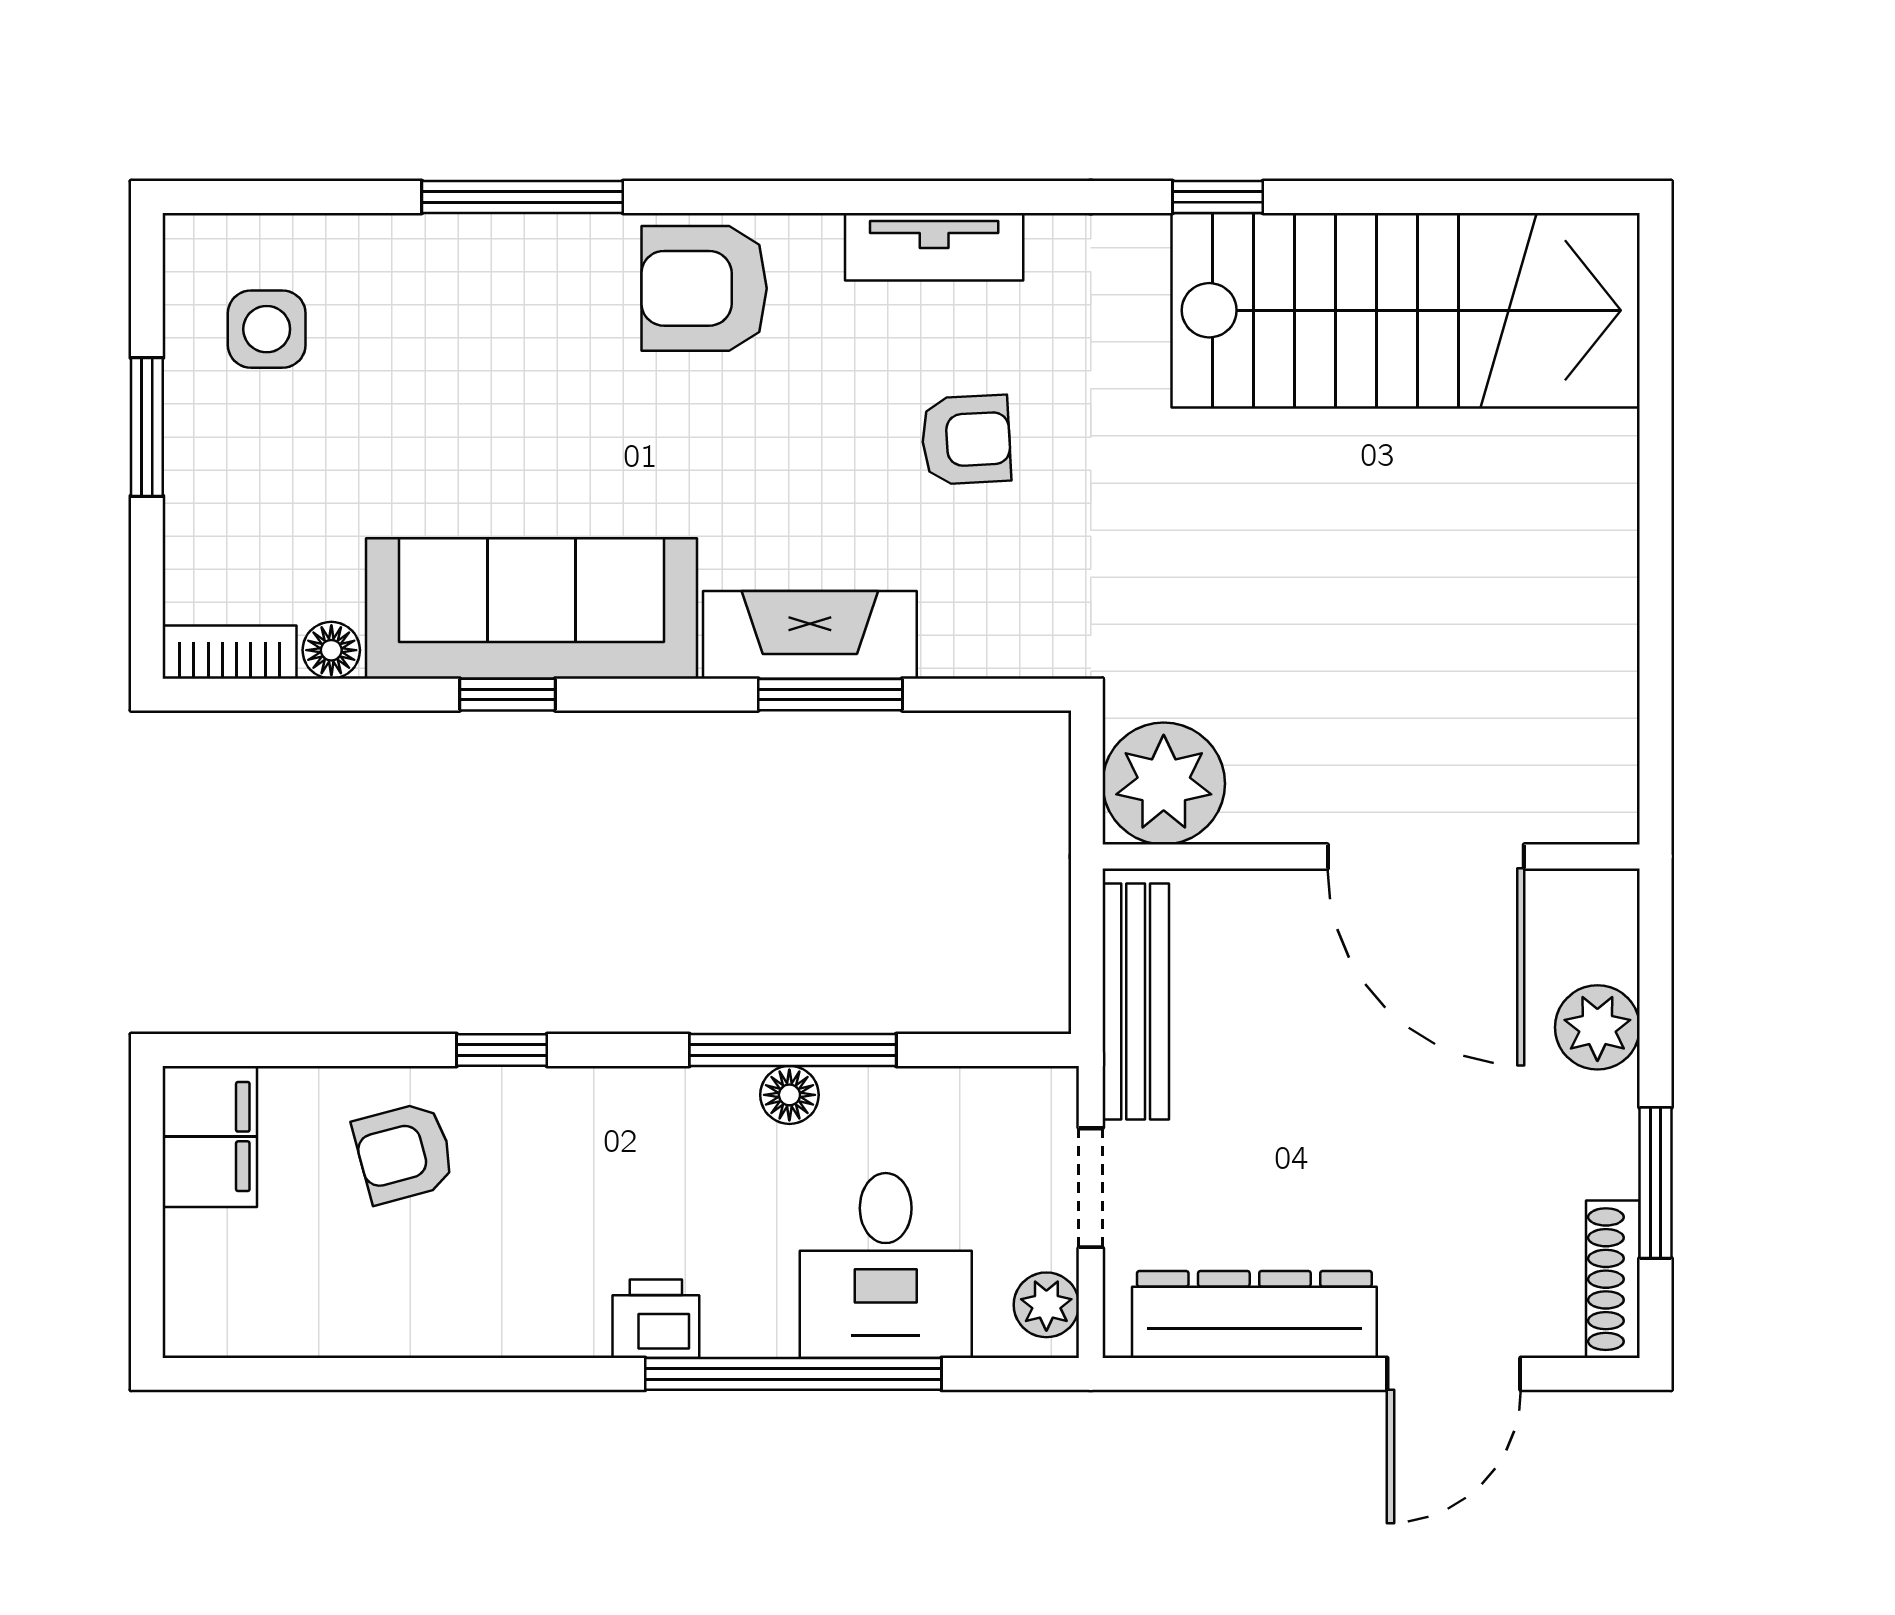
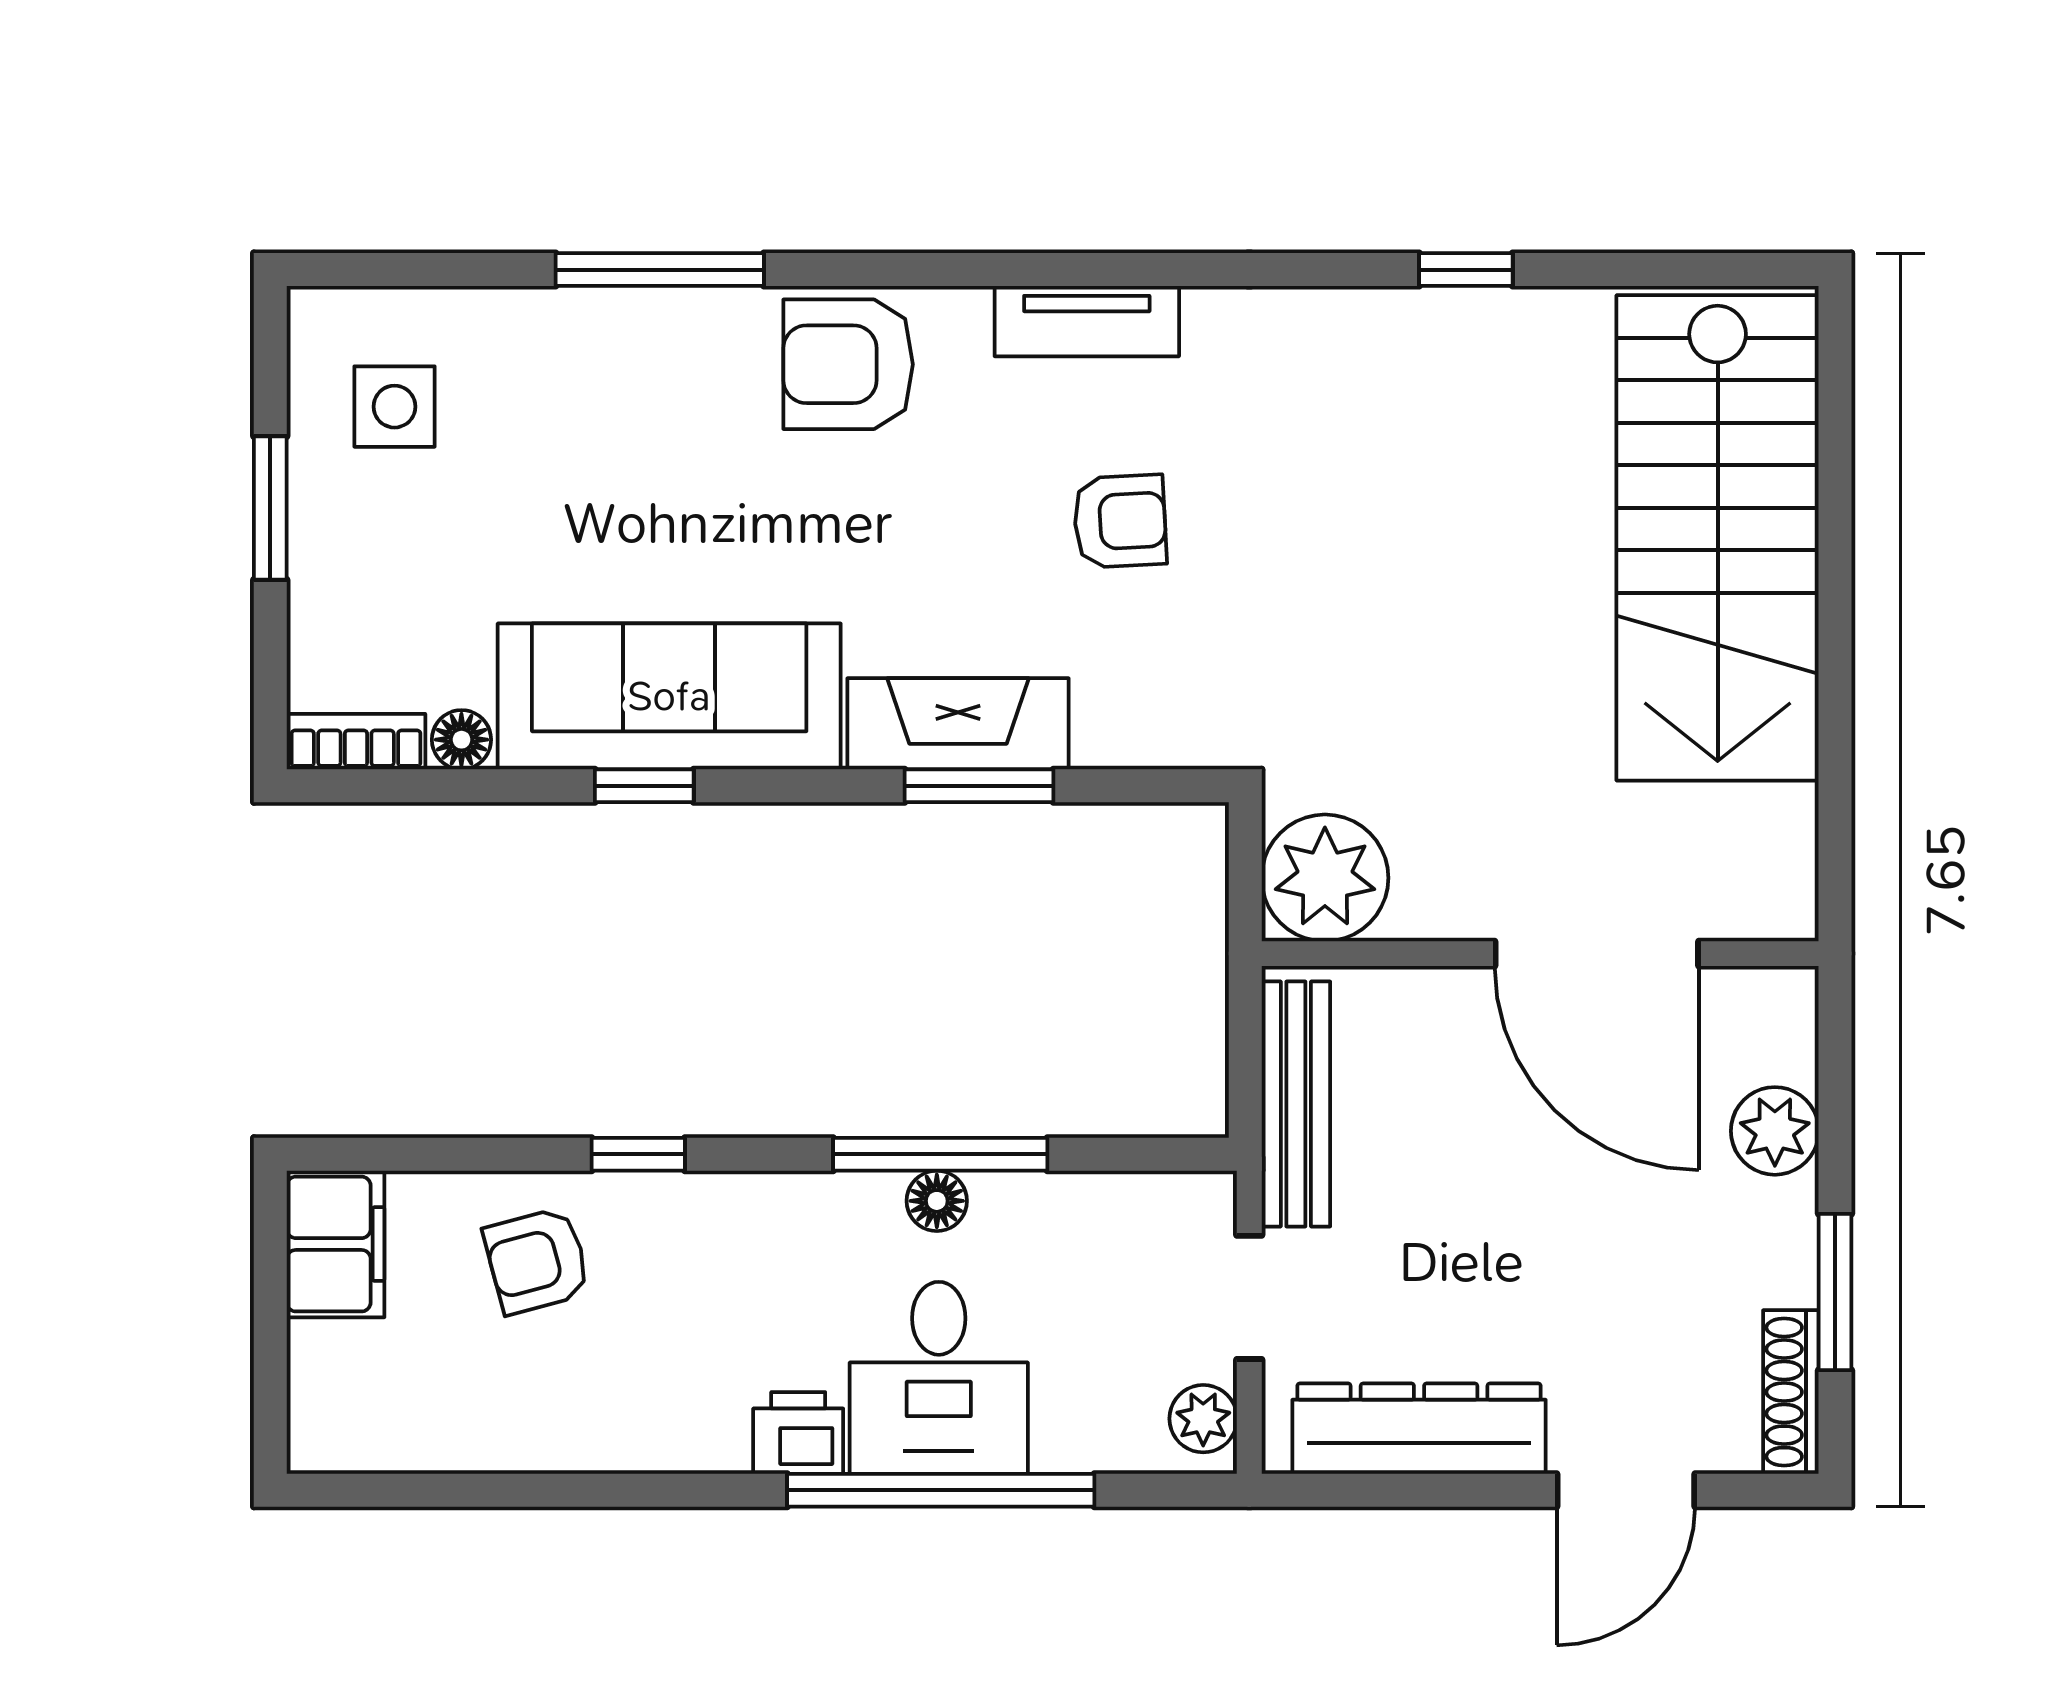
window: (1218, 197) -> (1466, 270), moved
stairs: (1406, 310) -> (1718, 538), moved, turned 90
desk: (886, 1265) -> (939, 1378), moved

